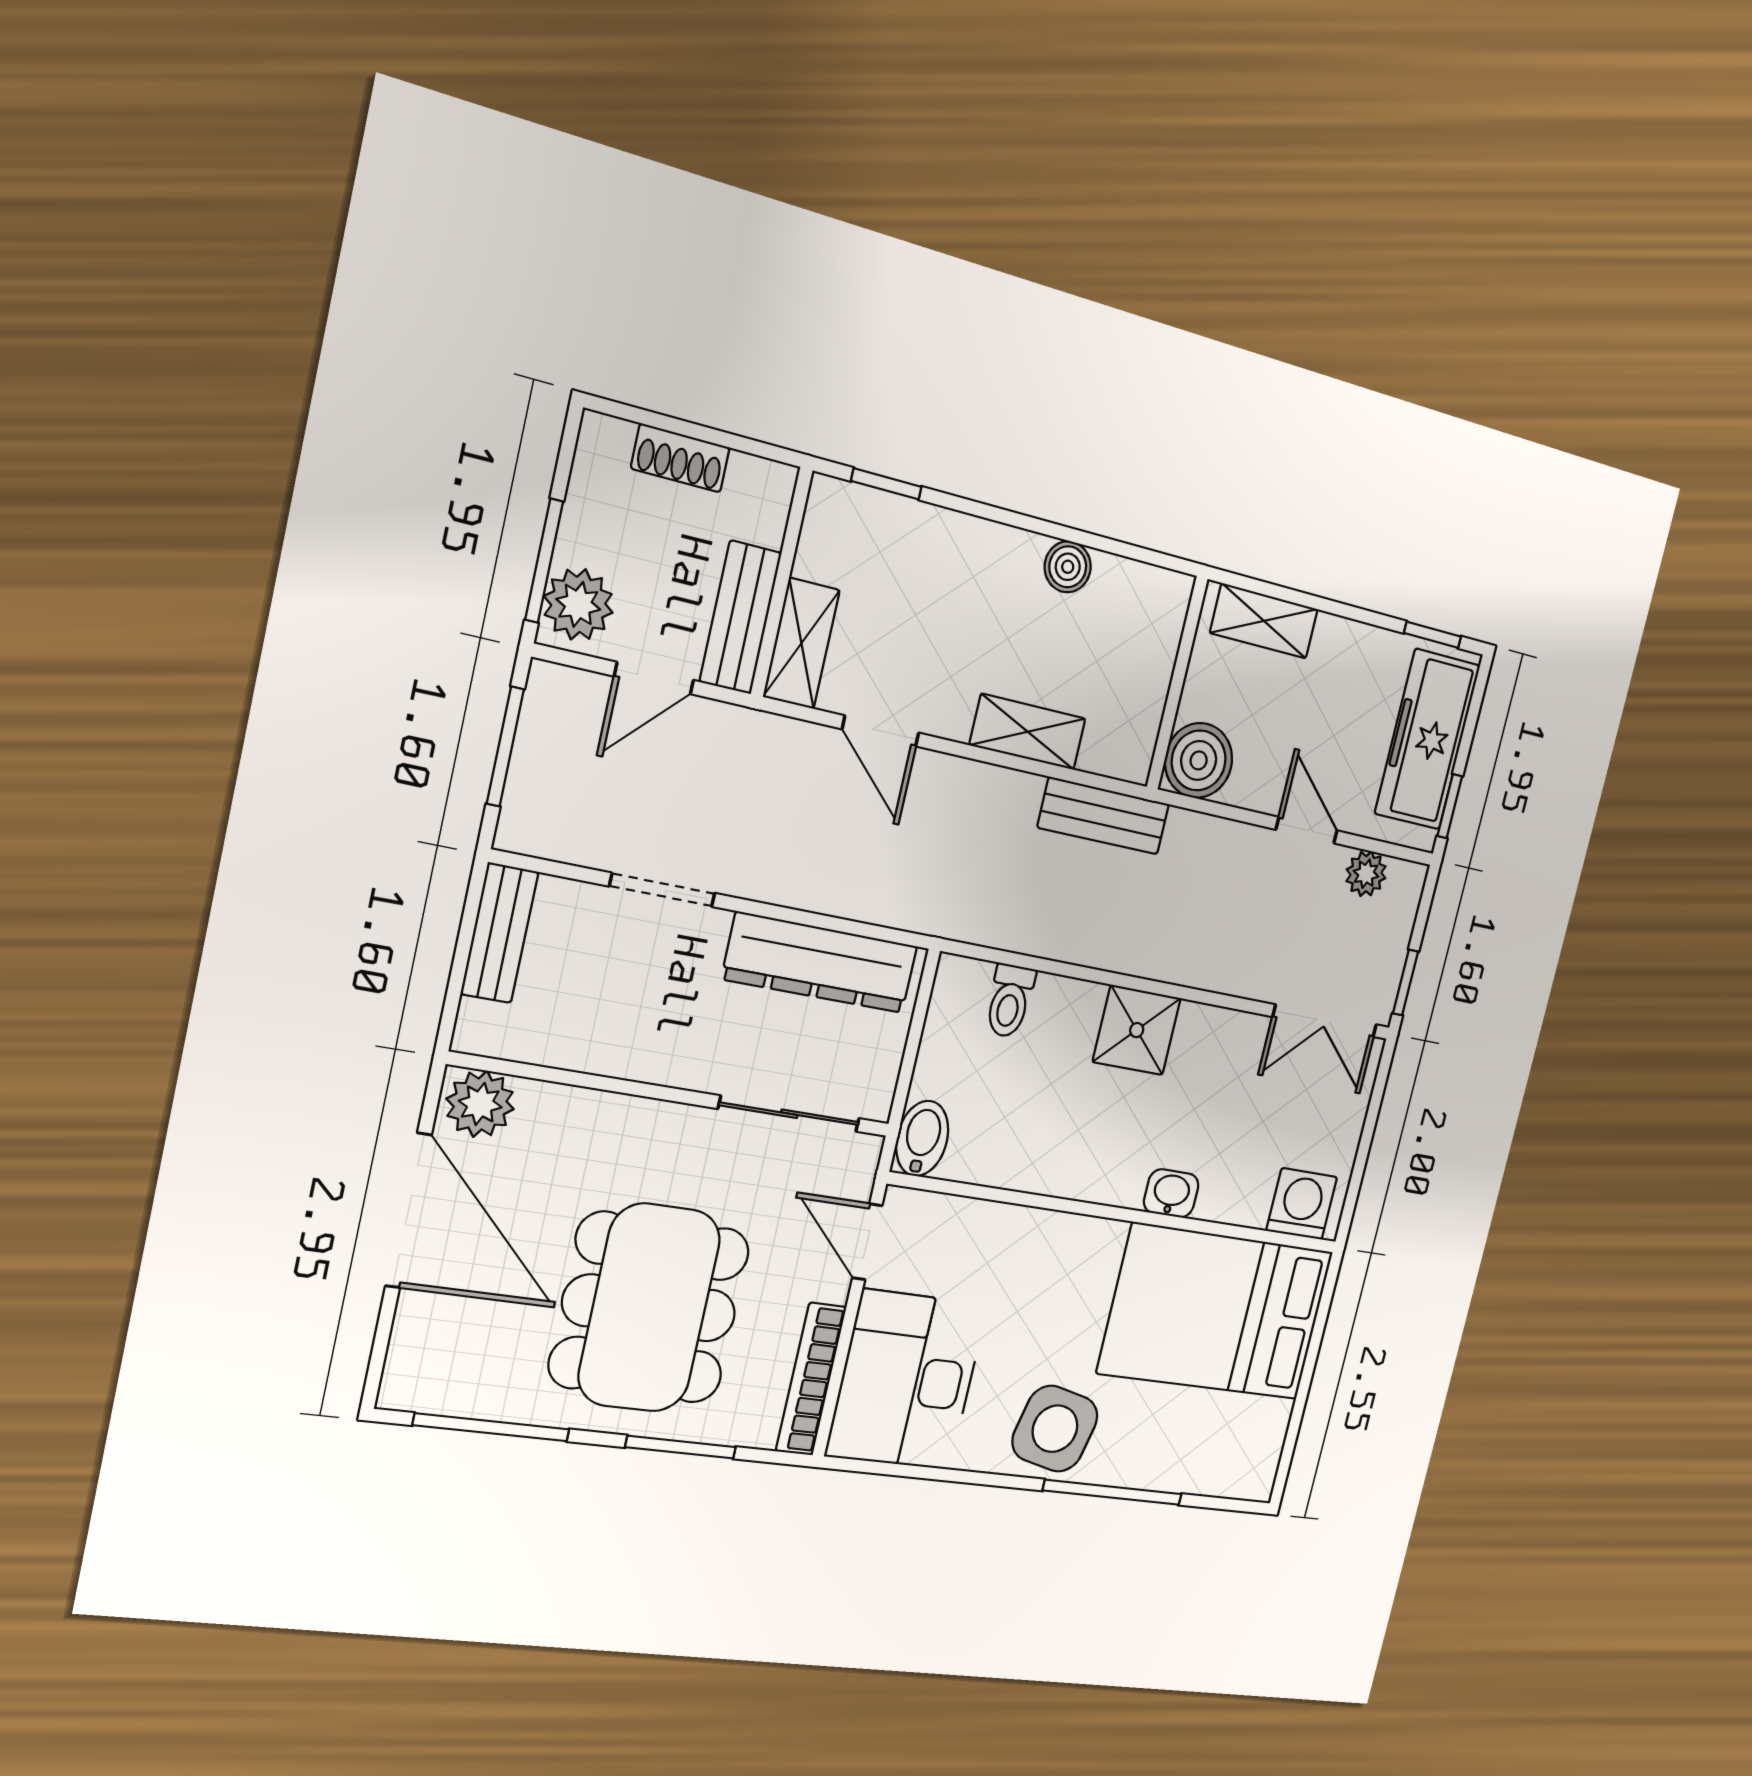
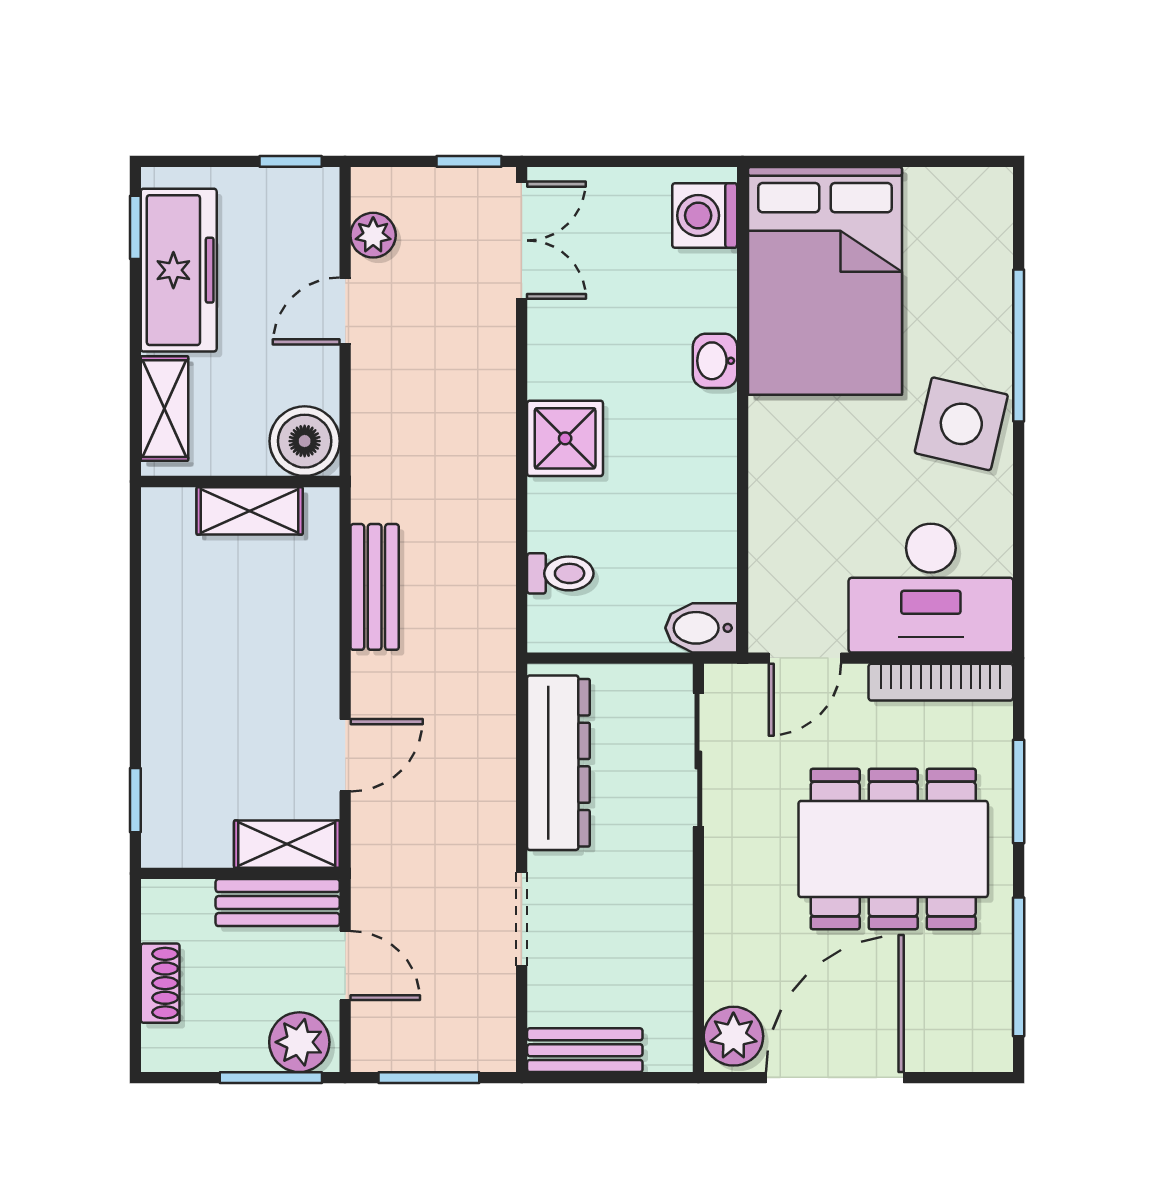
boiler: (1068, 567) -> (163, 615), removed
shelving: (1028, 732) -> (250, 511), moved, turned 90
freezer: (1427, 739) -> (179, 270), moved, turned -90
bench: (1104, 816) -> (375, 587), moved

